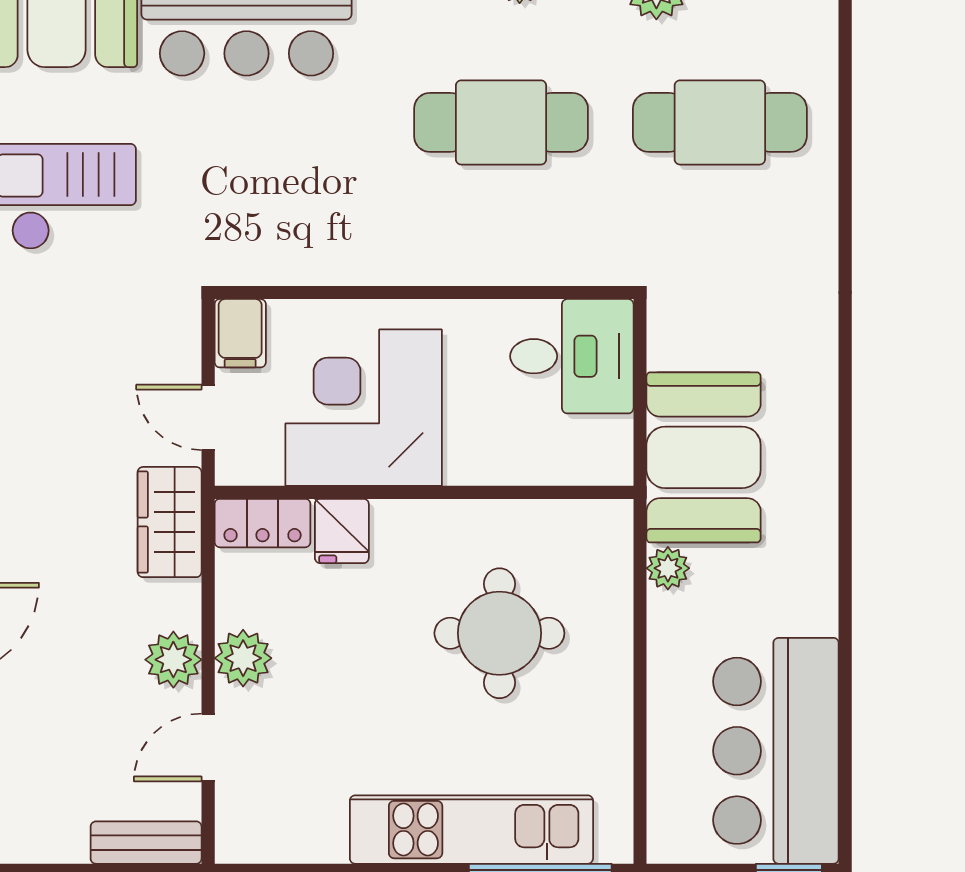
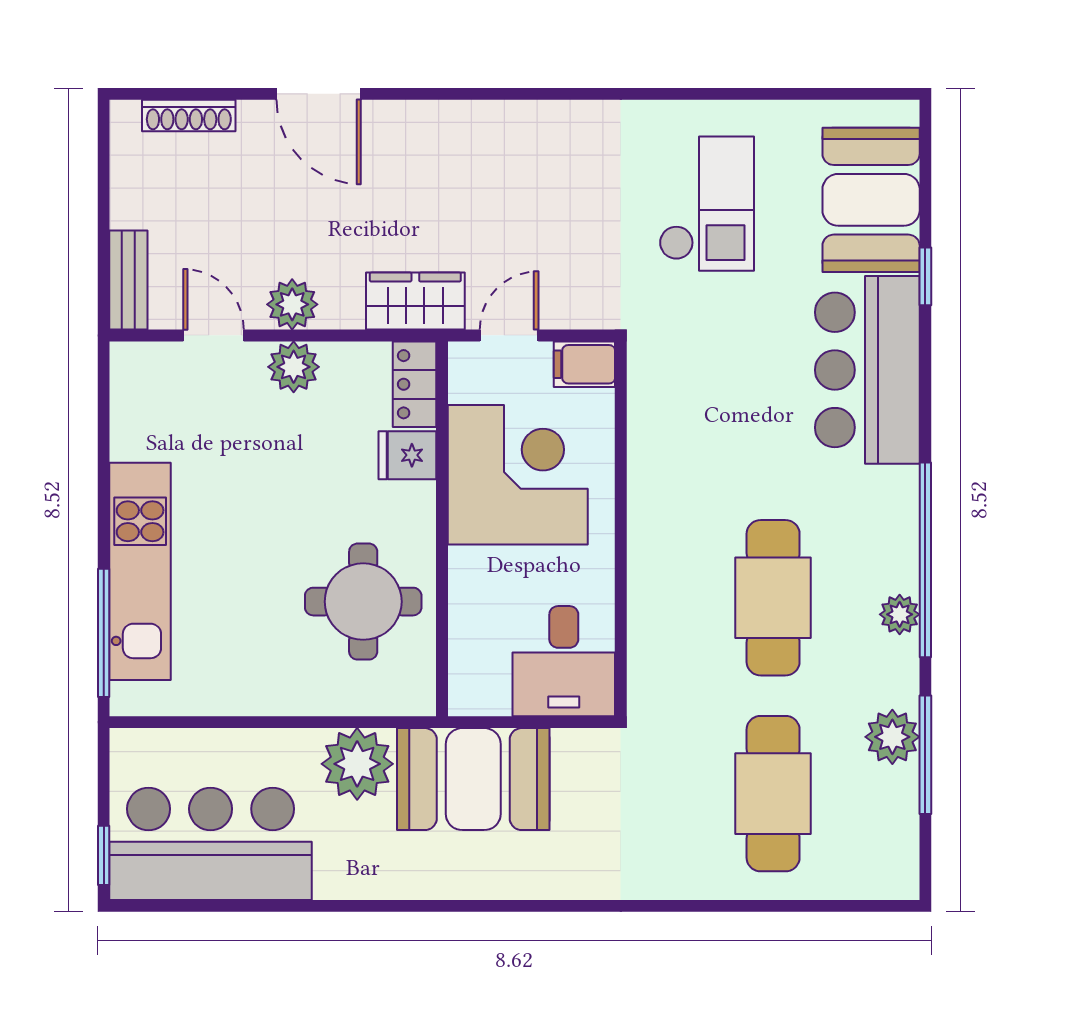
plant: (668, 568) -> (357, 764), width x1.87, depth x1.87
round table: (499, 633) -> (363, 602), moved

